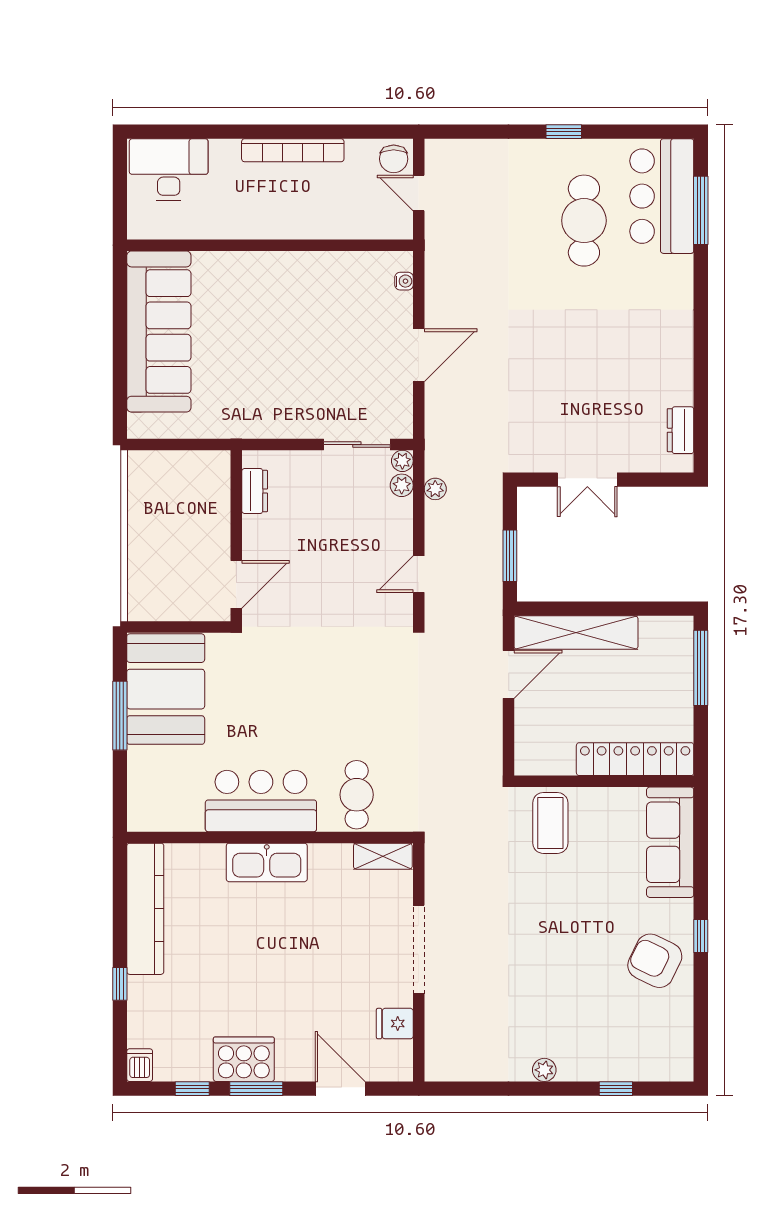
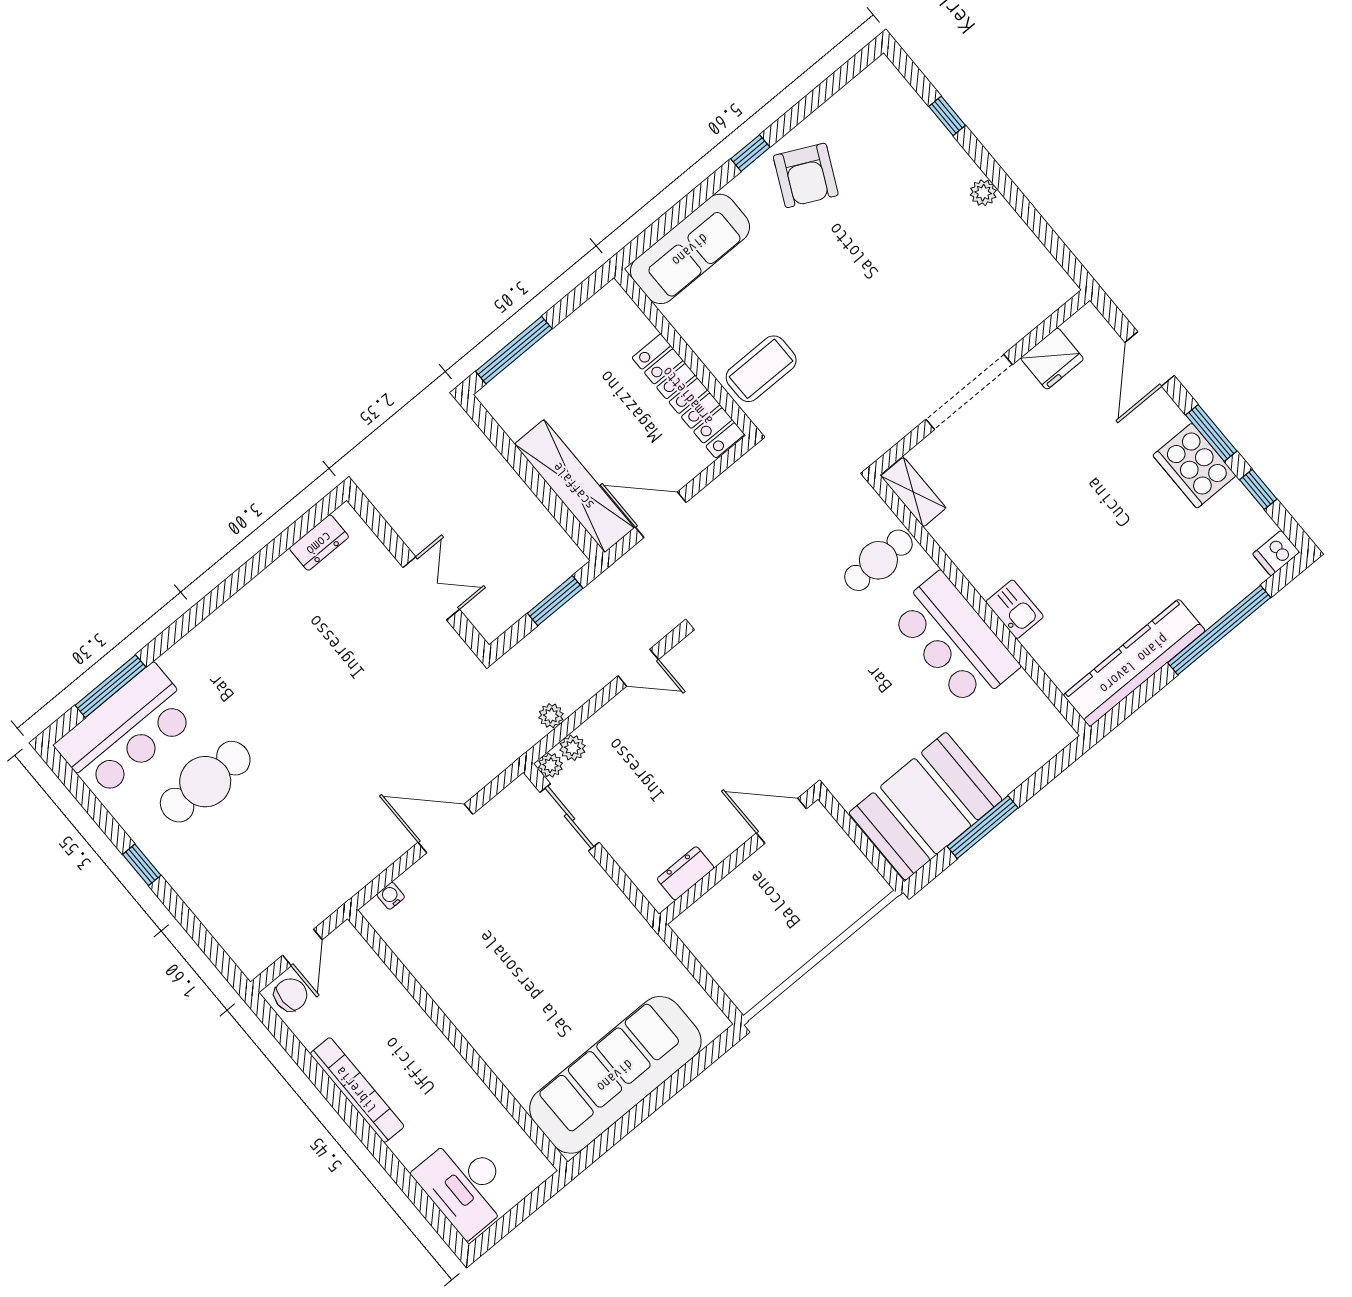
locker: (635, 759) -> (688, 396), moved
kitchen sink: (267, 862) -> (1015, 609), width x0.53, depth x0.81
window: (120, 984) -> (1219, 630), width x3.17
fridge: (395, 1024) -> (1052, 359), width x1.38

